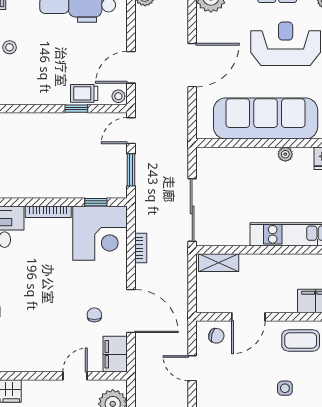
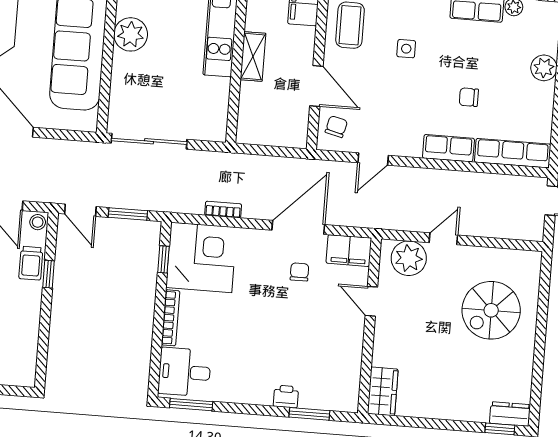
plant: (285, 154) -> (131, 34), width x1.88, depth x1.88
sliding door: (192, 210) -> (149, 141), moved
shelving: (219, 263) -> (253, 56), moved
chair: (94, 315) -> (299, 272), turned 90

